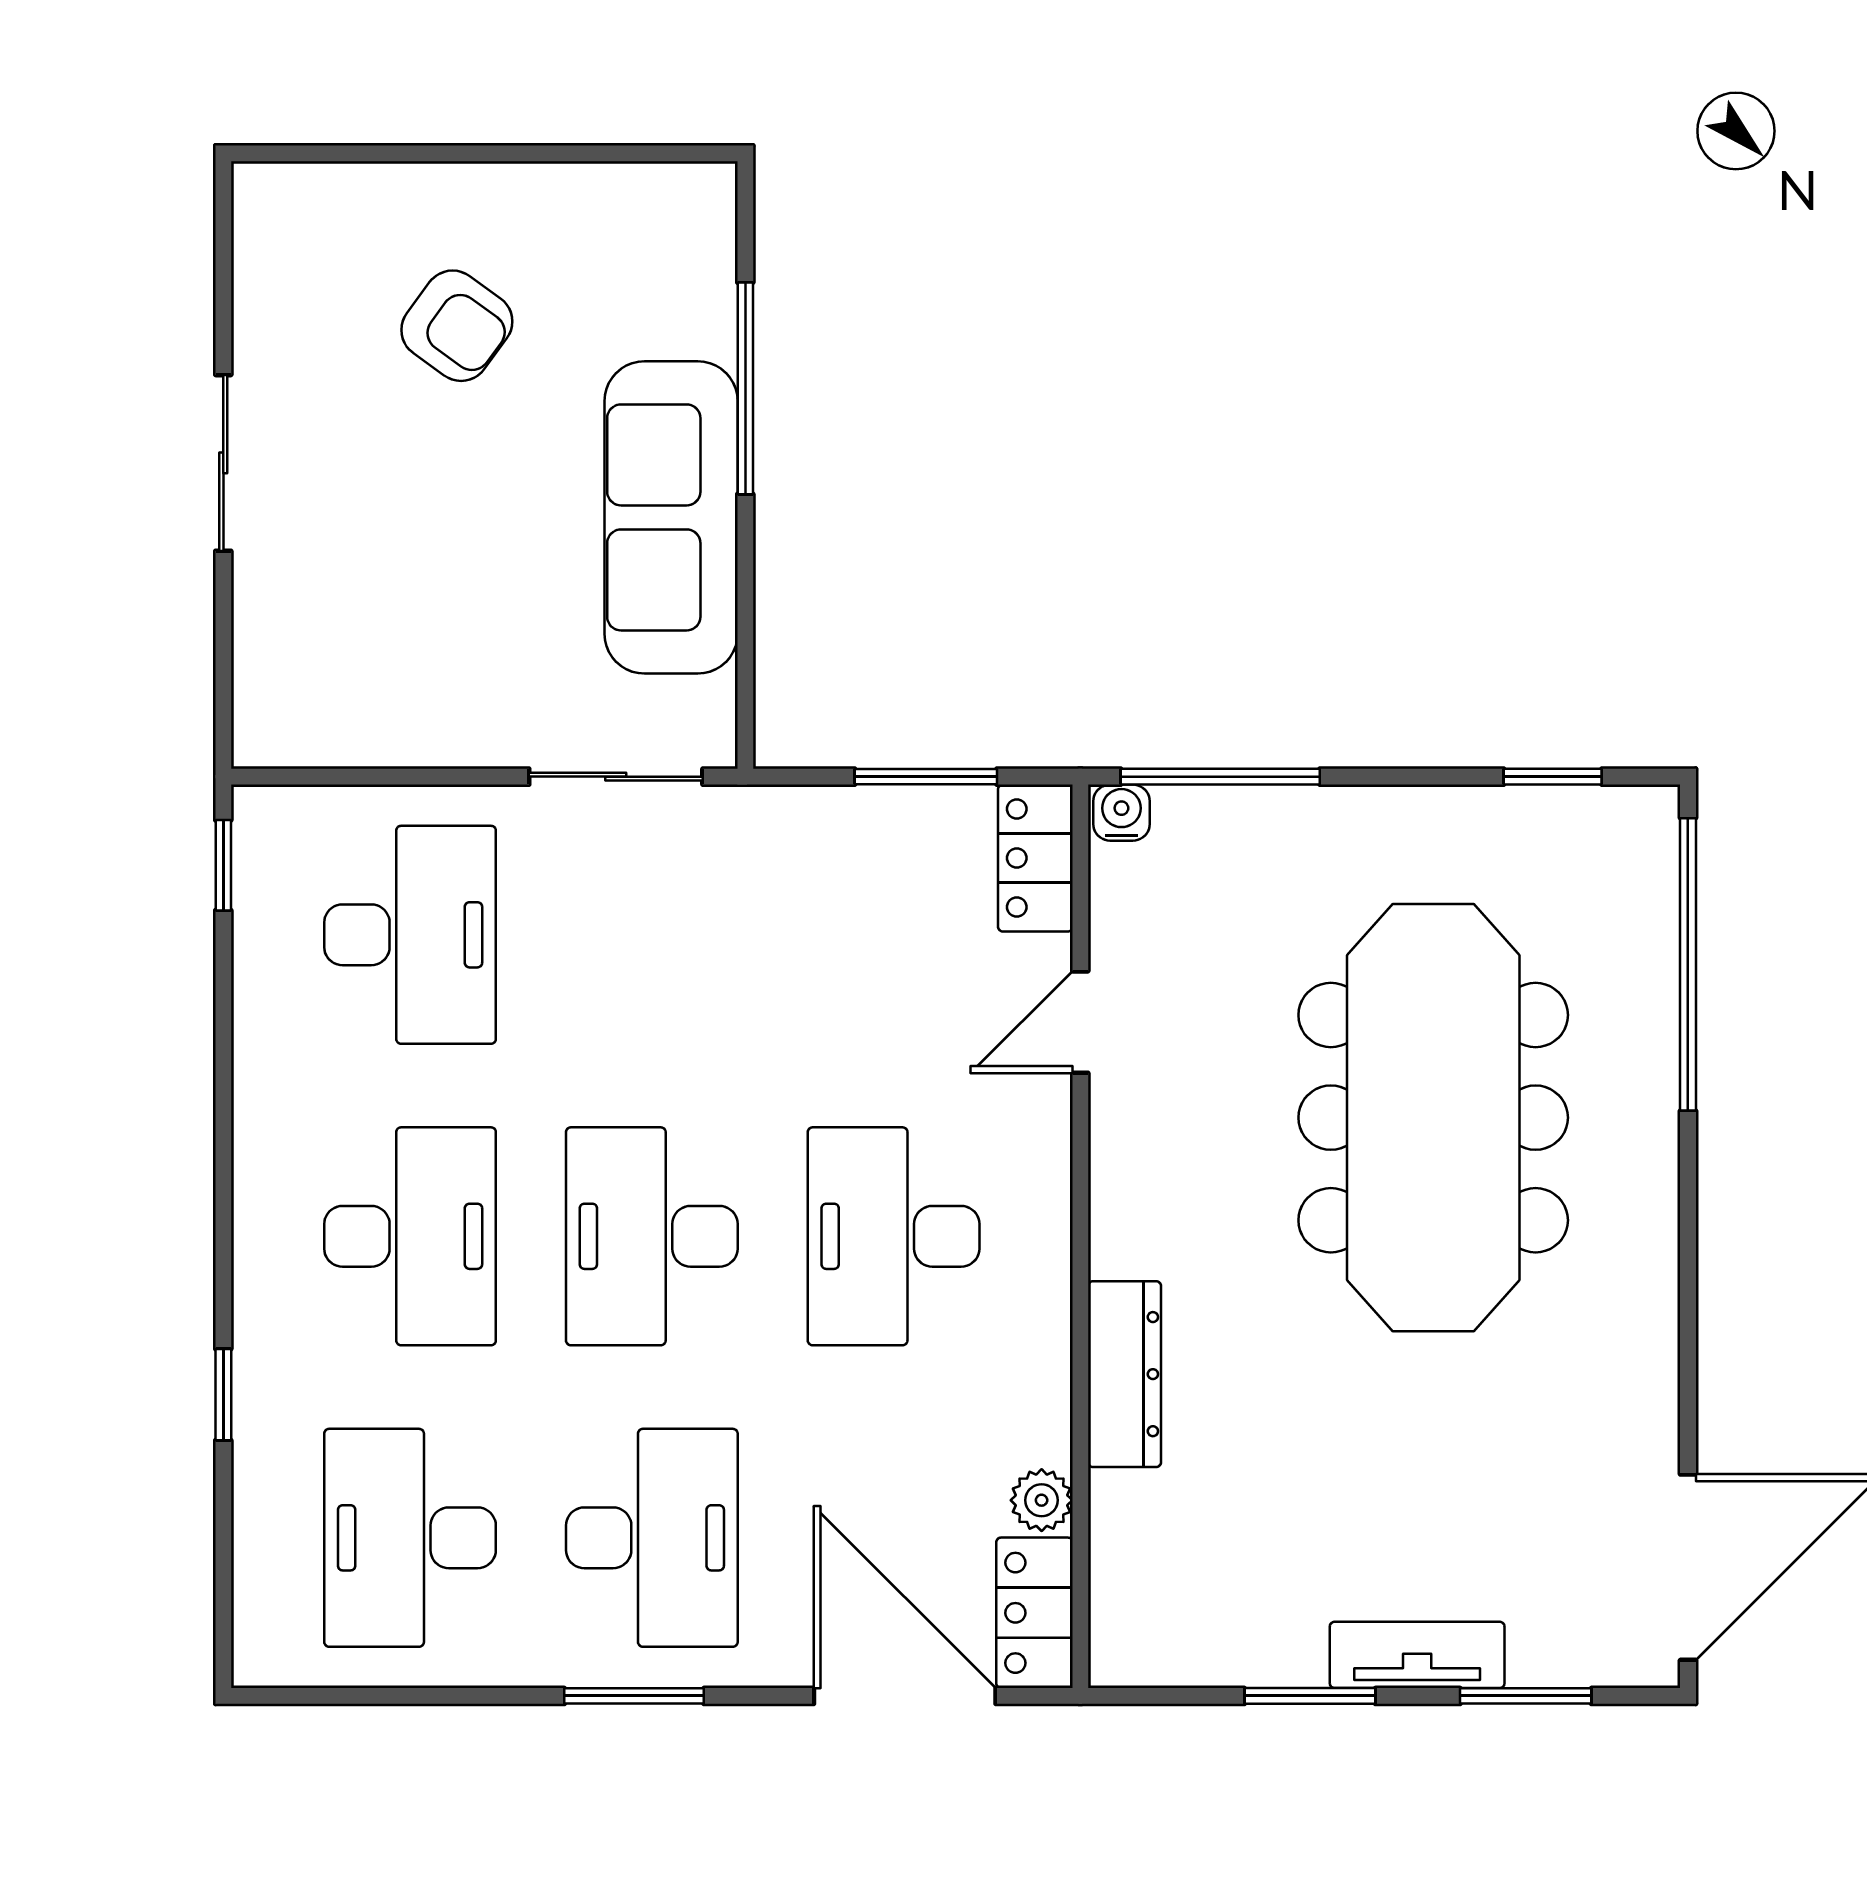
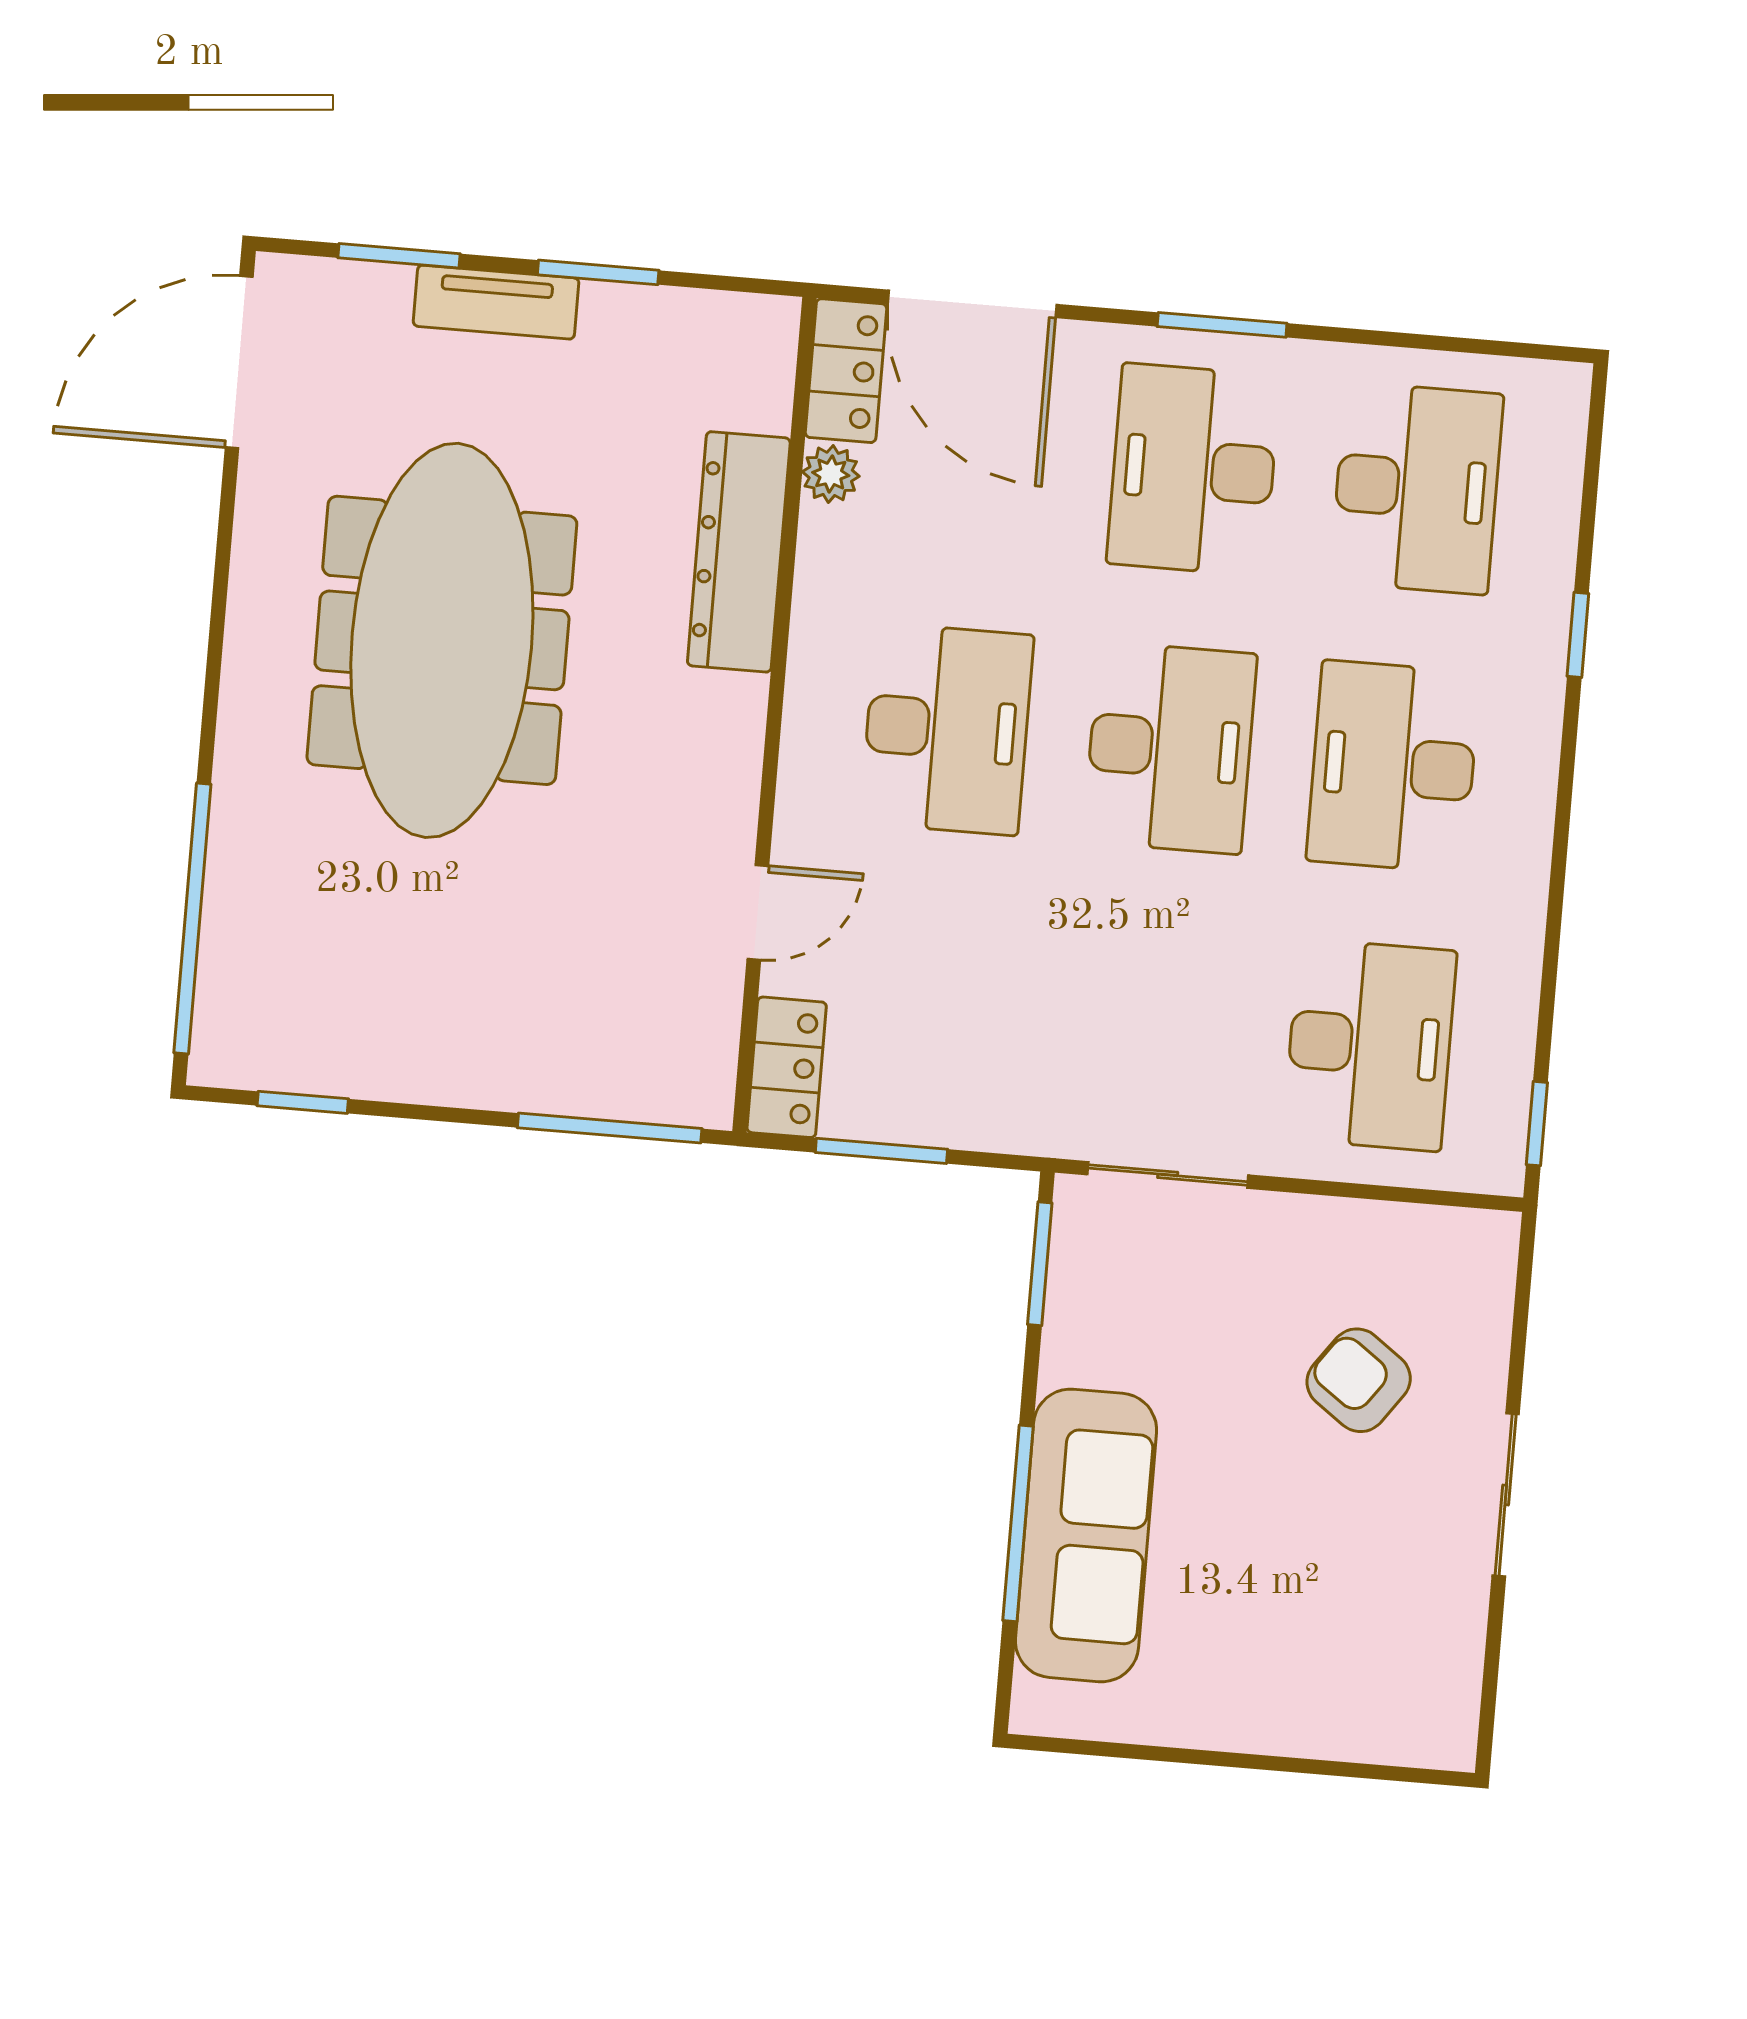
armchair: (457, 326) -> (1359, 1380), moved
sofa: (671, 517) -> (1086, 1535), moved
window: (745, 670) -> (1040, 1264), added
water cooler: (1121, 813) -> (704, 1103), removed
desk: (410, 935) -> (1370, 1045), turned 180
meeting table: (1433, 1118) -> (442, 640), moved
dresser: (1124, 1374) -> (739, 552), width x1.37, depth x1.24

